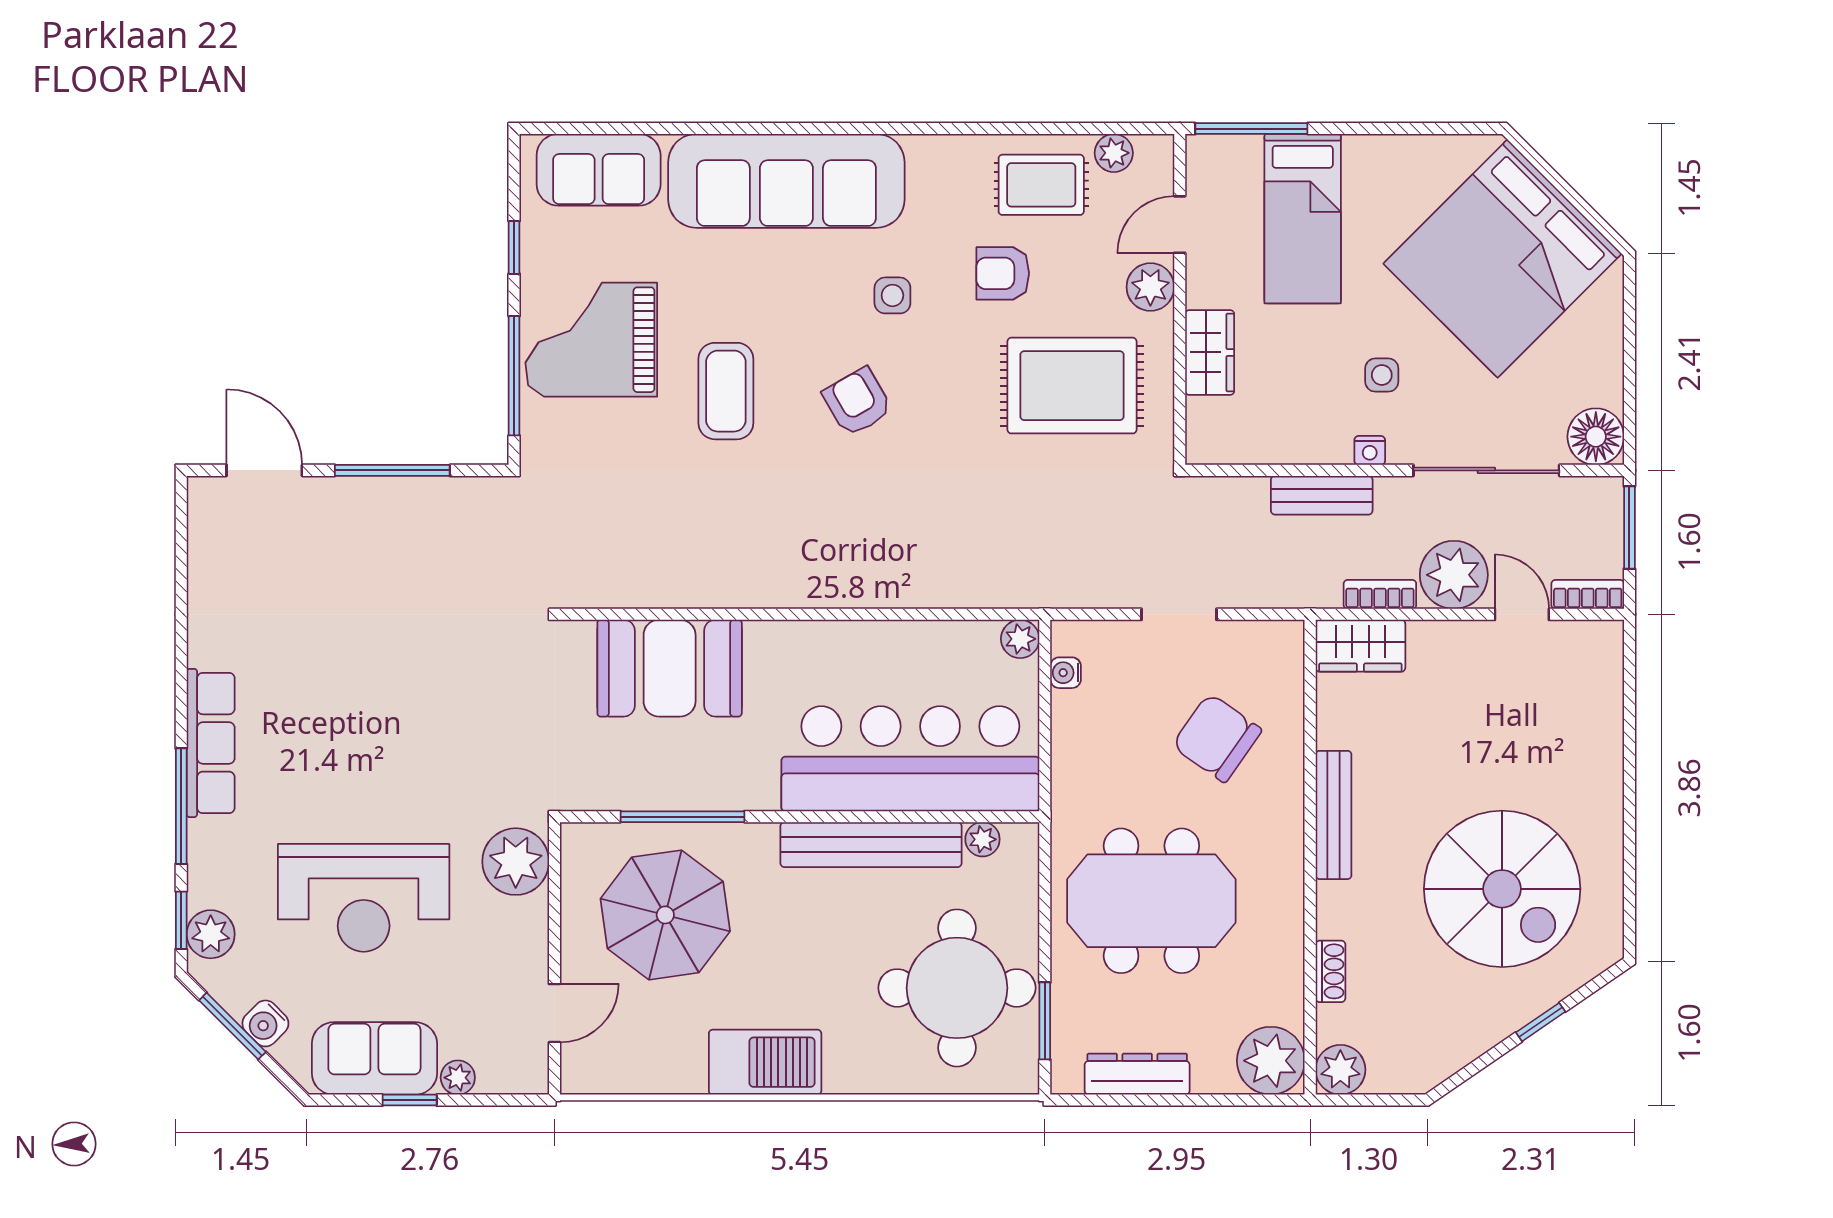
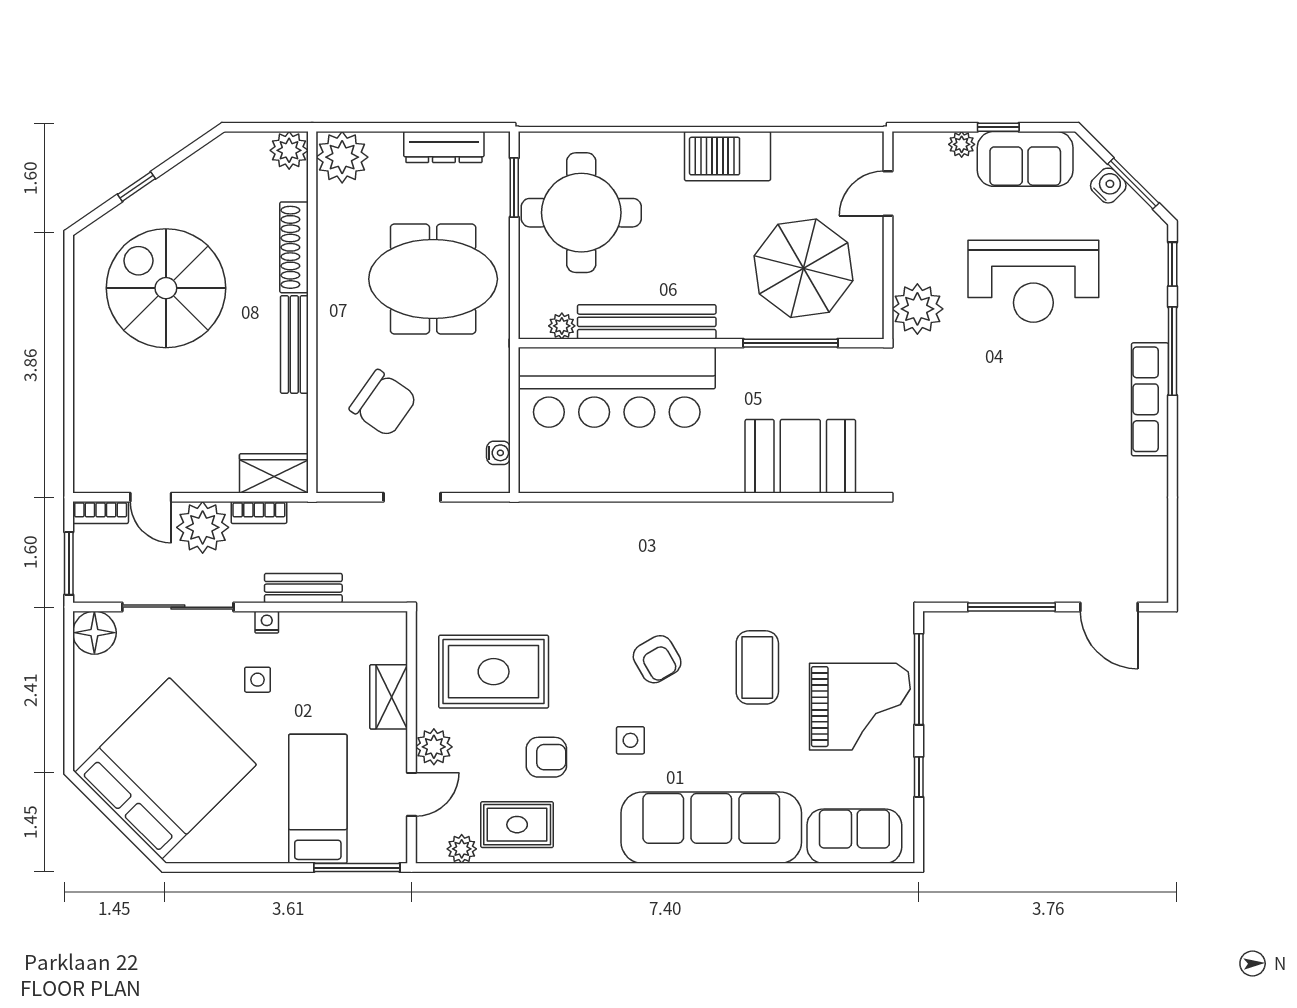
plant: (1020, 639) -> (533, 479), removed
reception desk: (364, 898) -> (1033, 281), turned 180
plant: (211, 934) -> (1150, 254), removed
shoe rack: (1330, 971) -> (294, 247), width x1.94, depth x1.24

